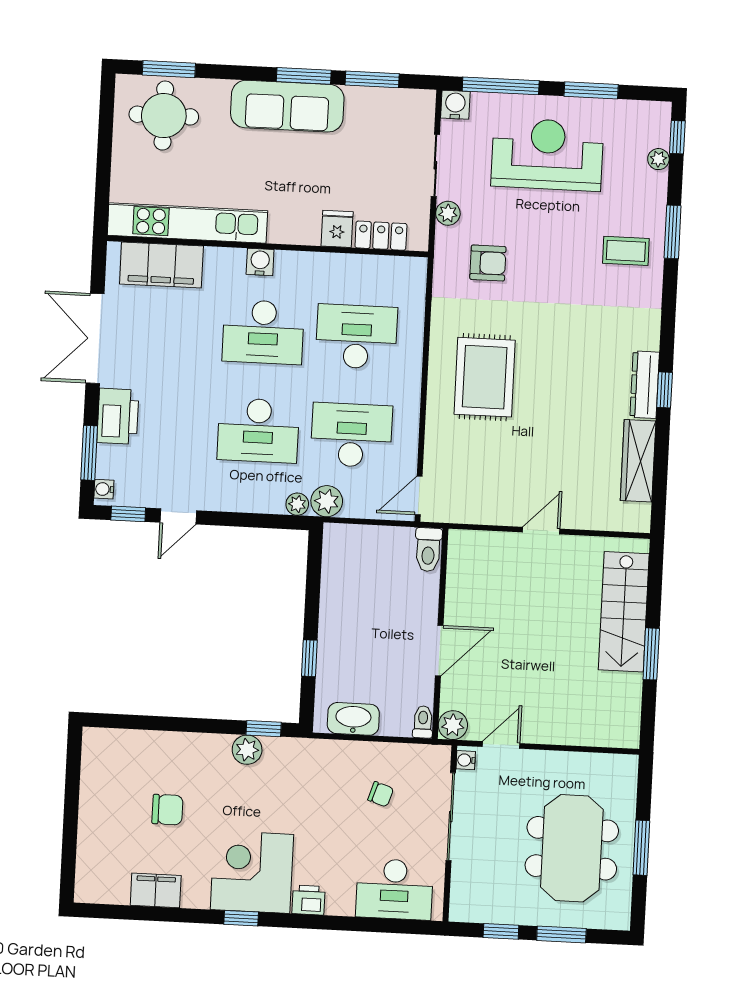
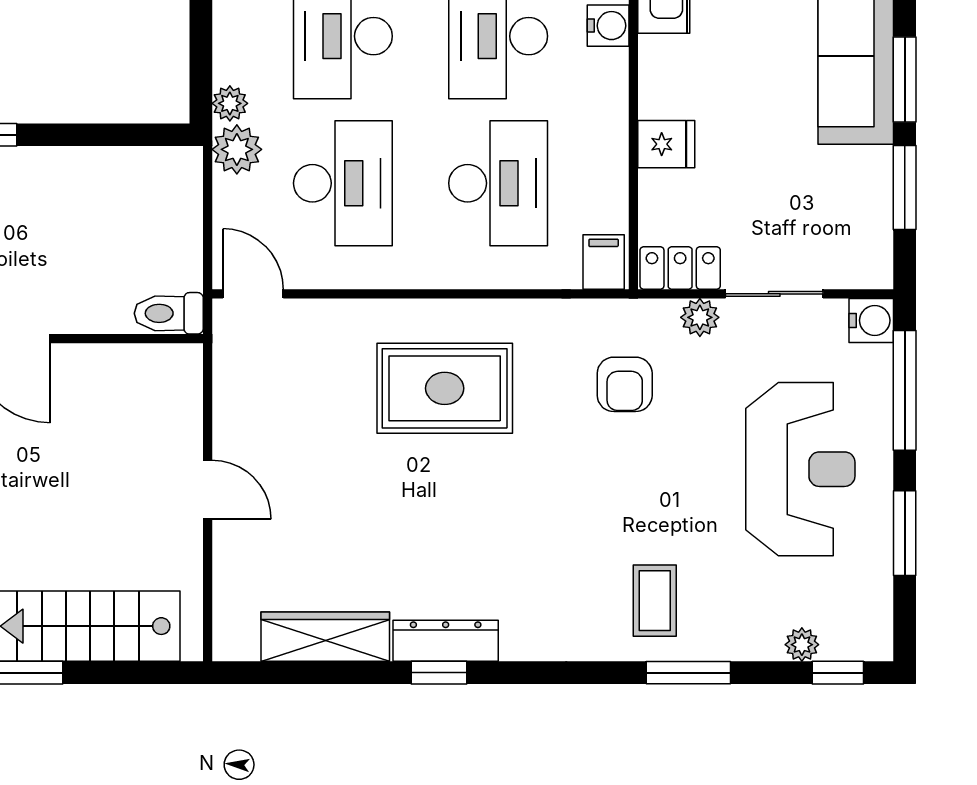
locker: (381, 236) -> (680, 268), moved, turned -90
filing cabinet: (410, 272) -> (604, 262), added

